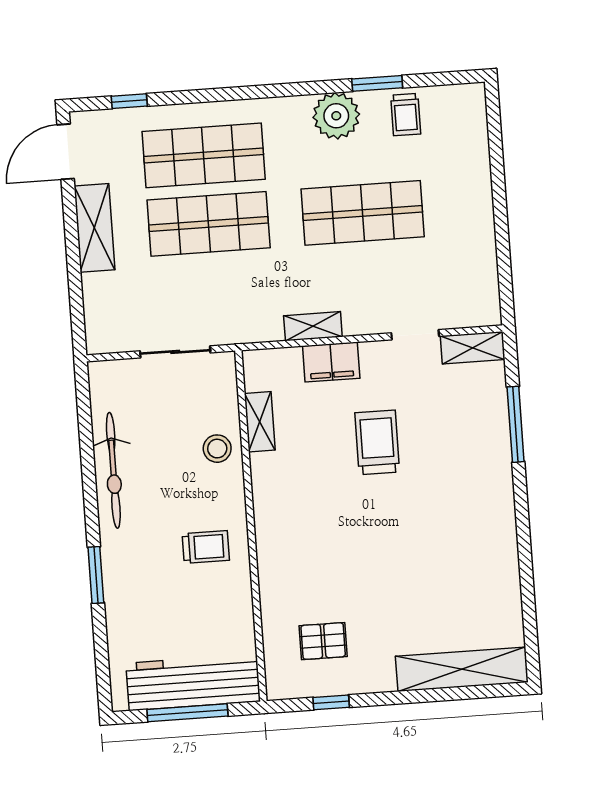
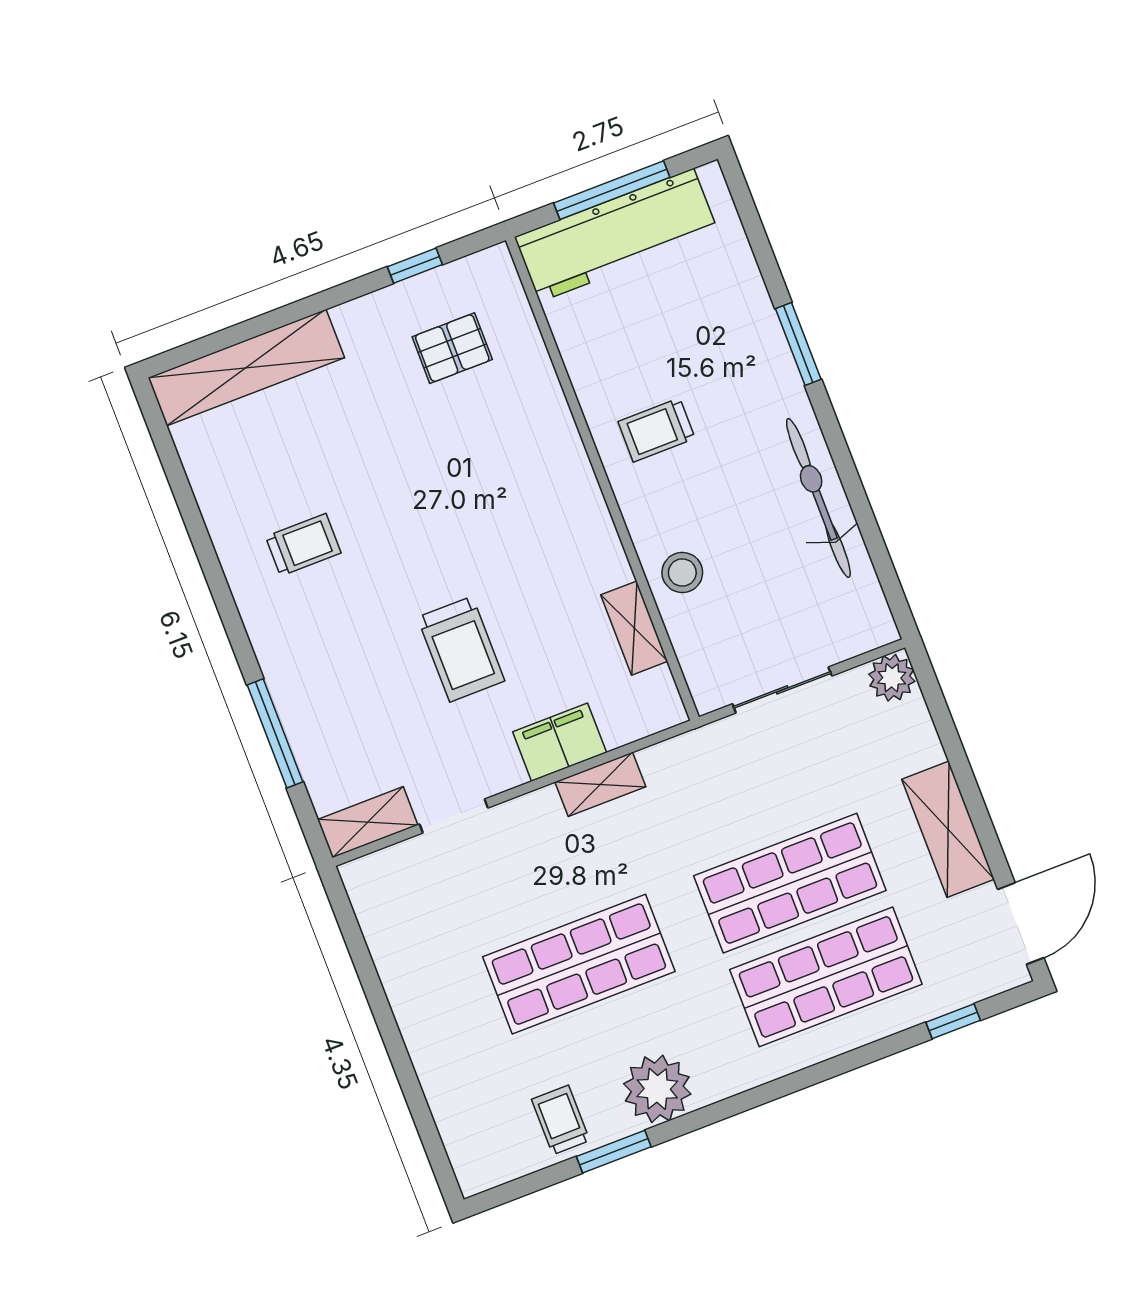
plant: (101, 338) -> (892, 678), added
trolley: (460, 542) -> (303, 545), added

